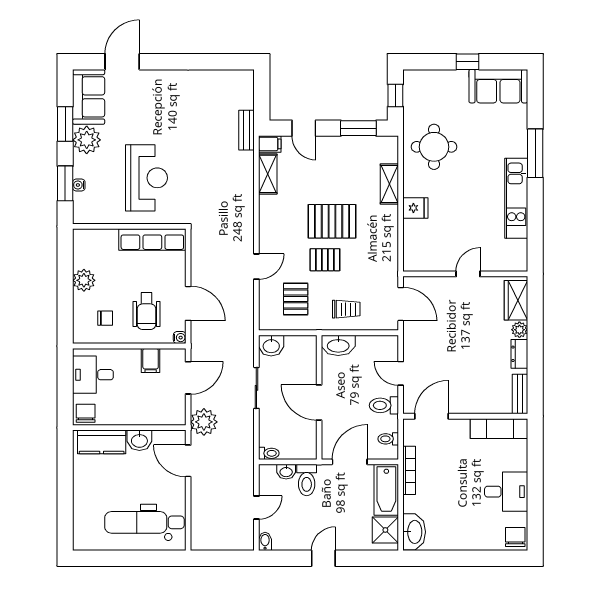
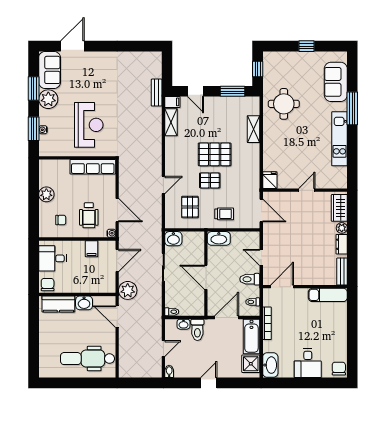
sofa: (498, 86) -> (336, 82), moved, turned 90
fridge: (415, 208) -> (270, 180), moved, turned -90
desk: (506, 492) -> (308, 363), moved, turned 90

